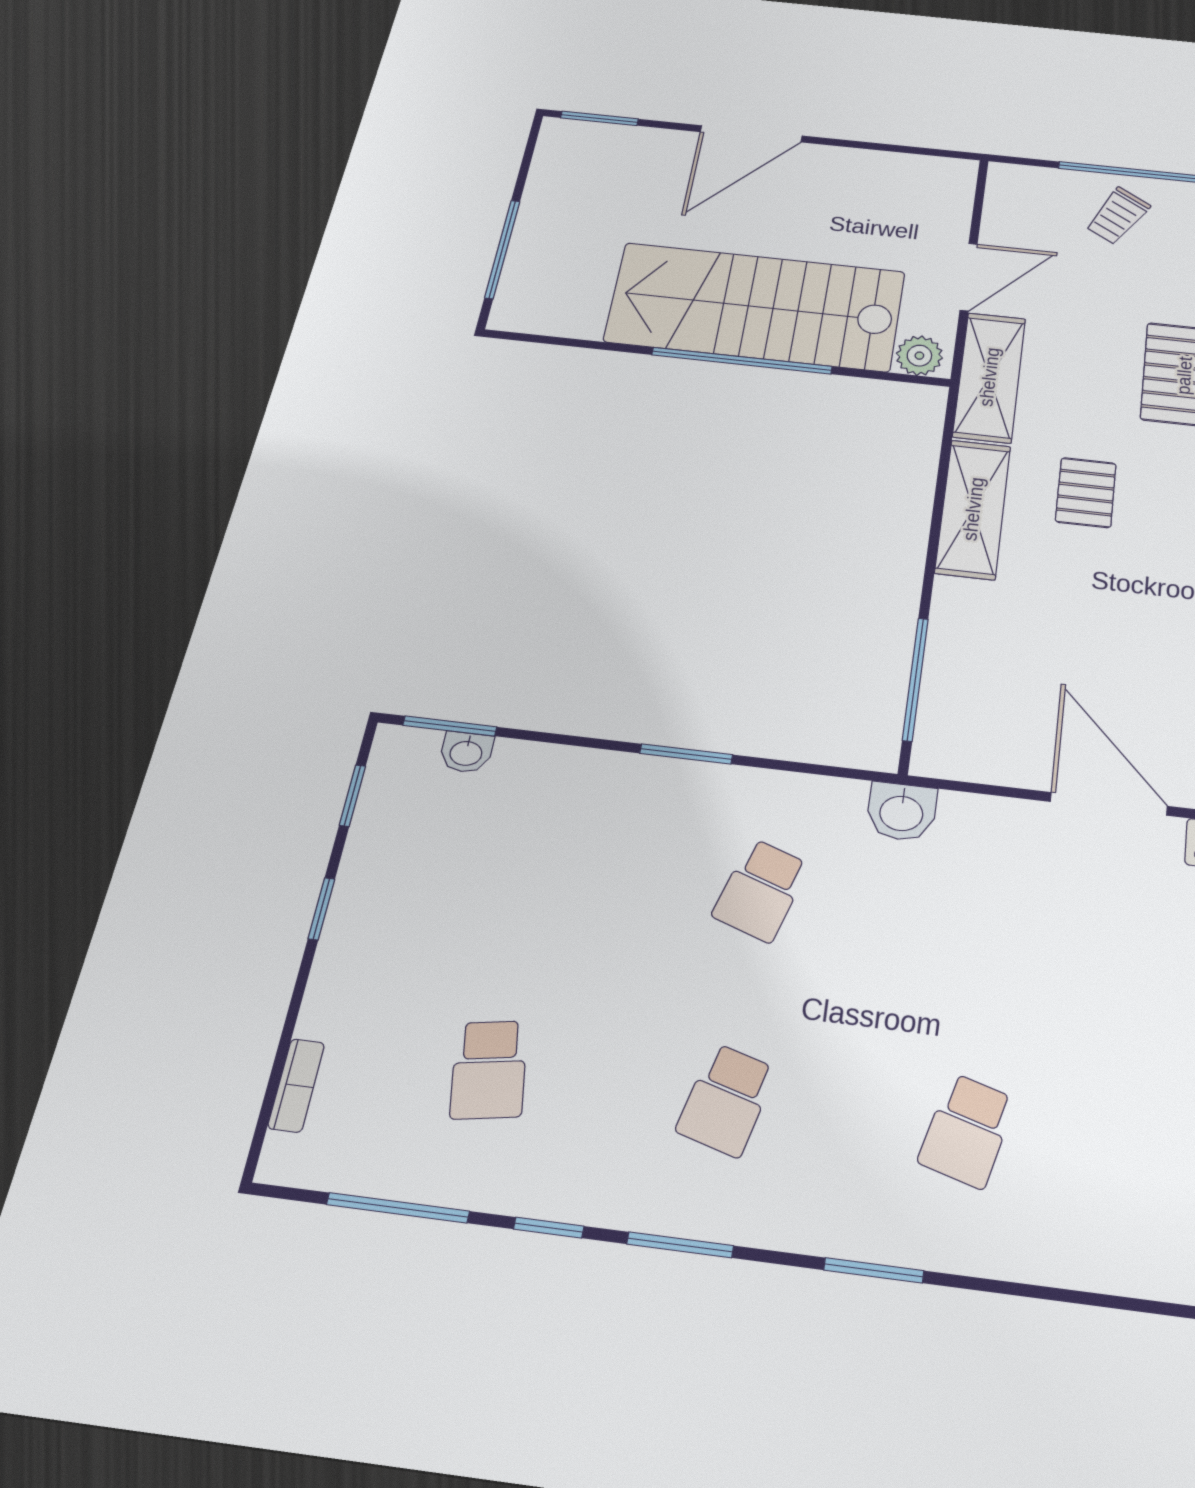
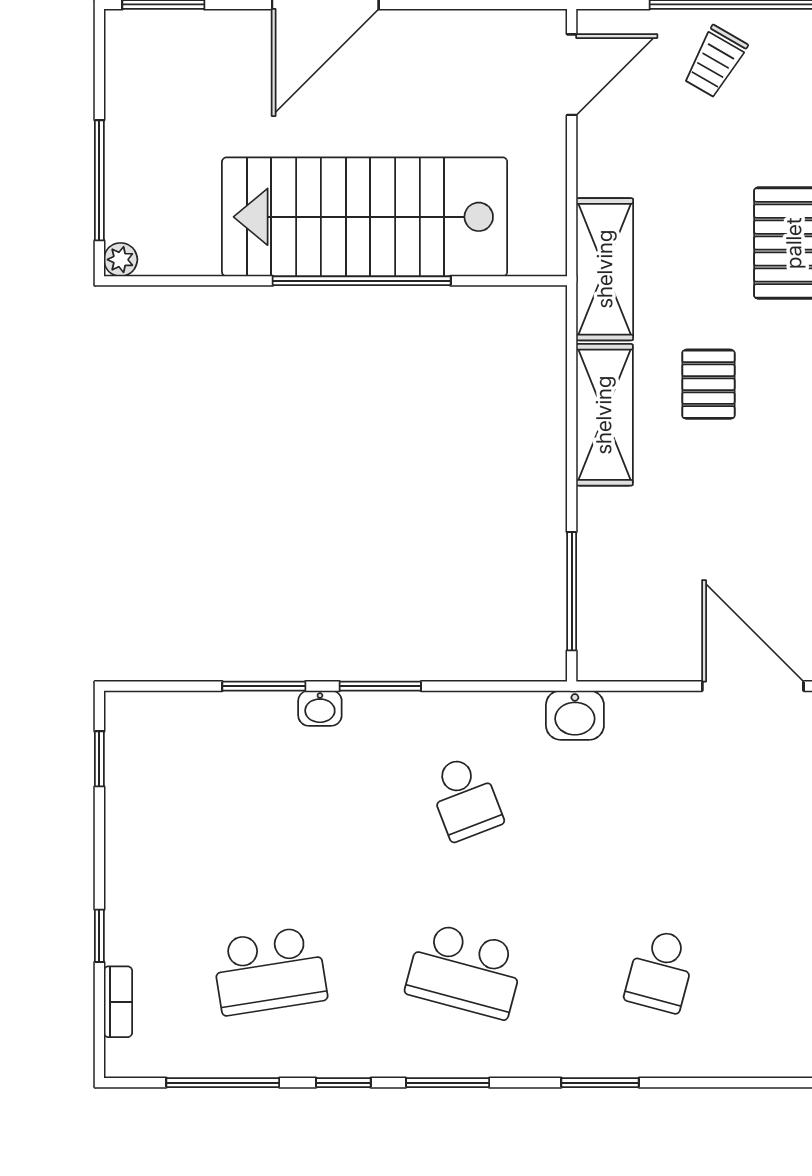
door: (969, 277) -> (572, 75), moved
plant: (919, 356) -> (121, 260), moved, width x0.73, depth x0.73
window: (450, 726) -> (264, 686), moved
washbasin: (466, 752) -> (320, 708), moved
school desk: (761, 890) -> (465, 798), turned -39
window: (321, 909) -> (99, 936), moved
school desk: (489, 1070) -> (270, 971), width x1.85
school desk: (726, 1100) -> (465, 971), width x1.85

